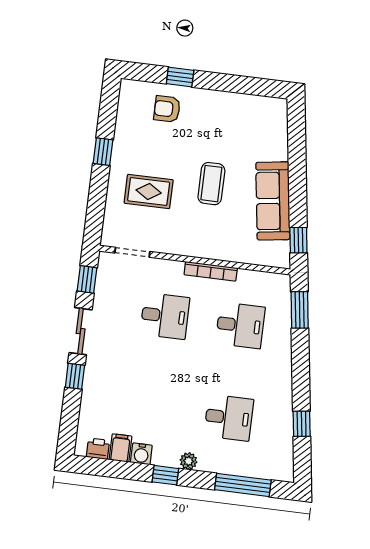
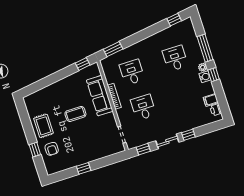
rug: (149, 191) -> (43, 126), moved
sofa: (273, 201) -> (100, 96), moved, turned 98
window: (302, 424) -> (174, 20), moved
water cooler: (141, 454) -> (205, 77), moved
window: (243, 485) -> (205, 48), moved

